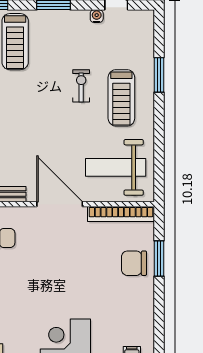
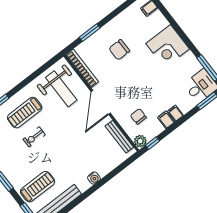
treadmill: (121, 98) -> (25, 113), turned 180
chair: (134, 263) -> (119, 50), moved, turned 90

